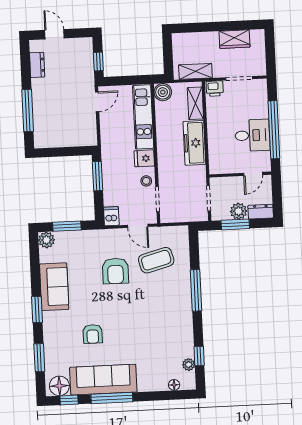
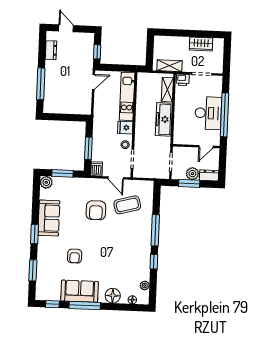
boiler: (163, 92) -> (144, 79), removed
desk: (252, 135) -> (208, 113), width x1.37
window: (97, 176) -> (88, 148), moved
window: (199, 356) -> (154, 262), moved
sofa: (103, 380) -> (80, 291), width x0.73
floor lamp: (59, 386) -> (113, 296), moved

